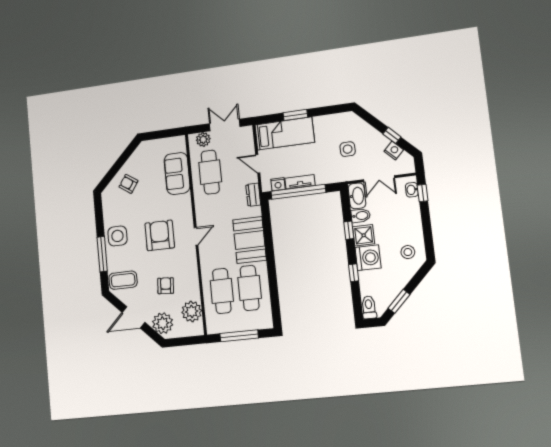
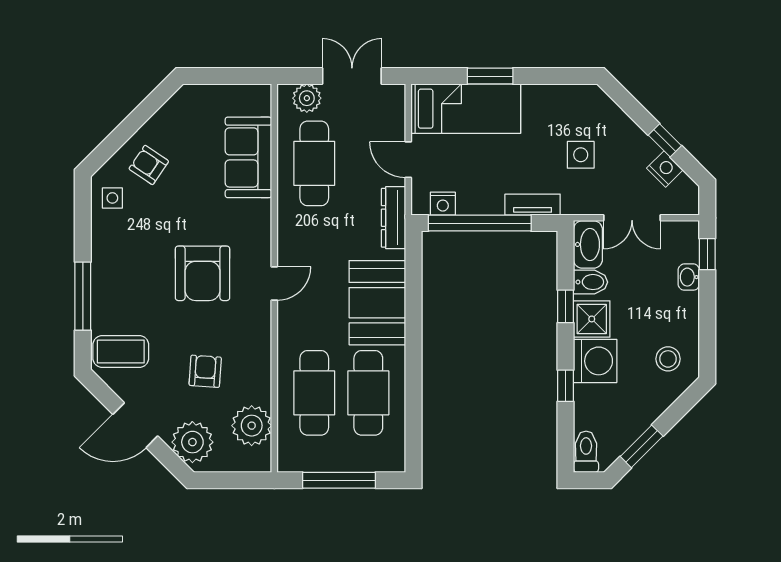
tv unit: (300, 182) -> (533, 205), moved
washbasin: (412, 190) -> (689, 277), moved
dresser: (253, 195) -> (393, 218), width x1.44
armchair: (160, 235) -> (202, 273), turned 180
side table: (117, 236) -> (112, 198), moved, width x0.54, depth x0.54

